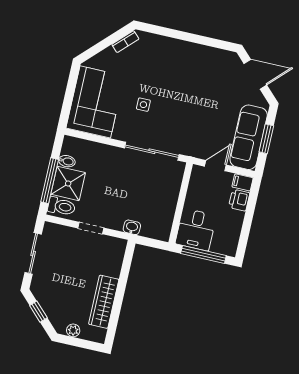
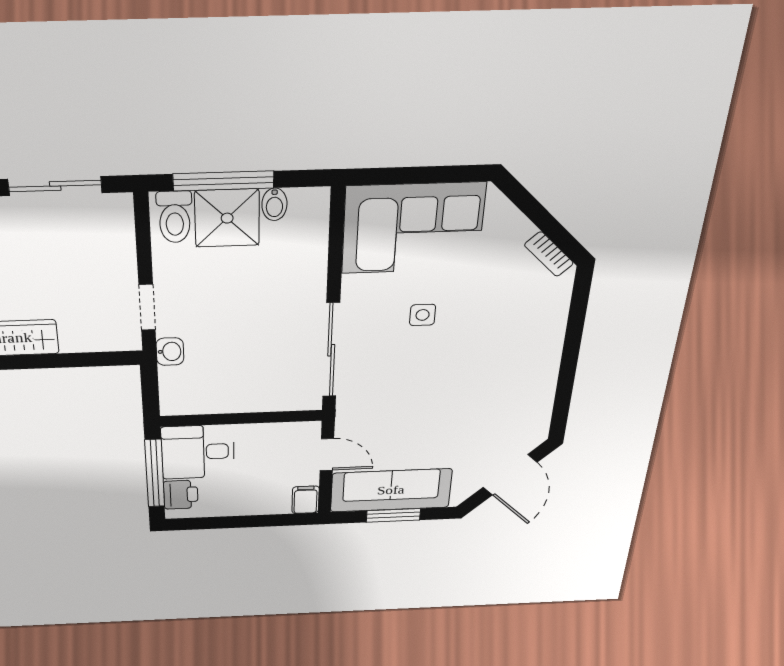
printer: (239, 200) -> (181, 495), moved, turned 90
doorway: (91, 228) -> (147, 307), moved

